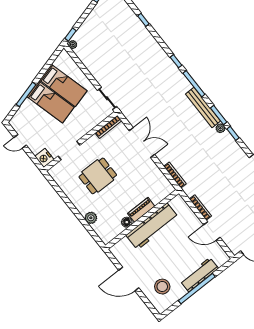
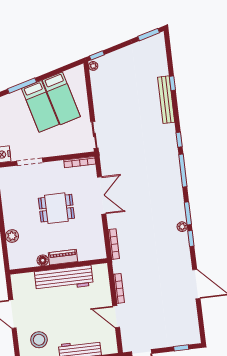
bench: (203, 107) -> (166, 100), moved
dining table: (98, 176) -> (56, 208), moved

